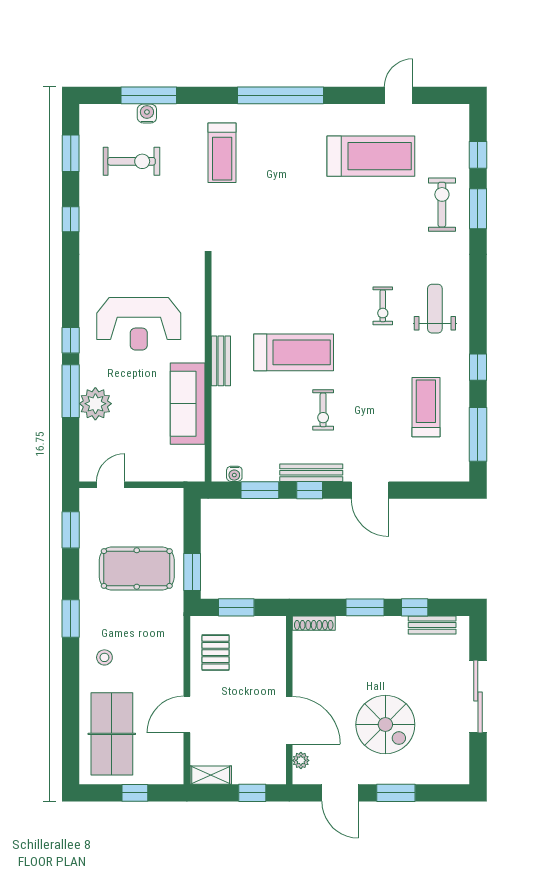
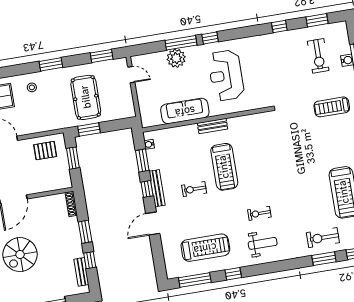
exercise bike: (442, 205) -> (323, 238), turned 180
treadmill: (426, 407) -> (205, 248), width x1.37, depth x1.38

